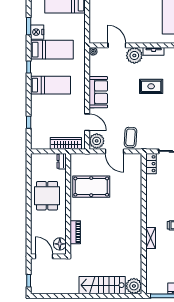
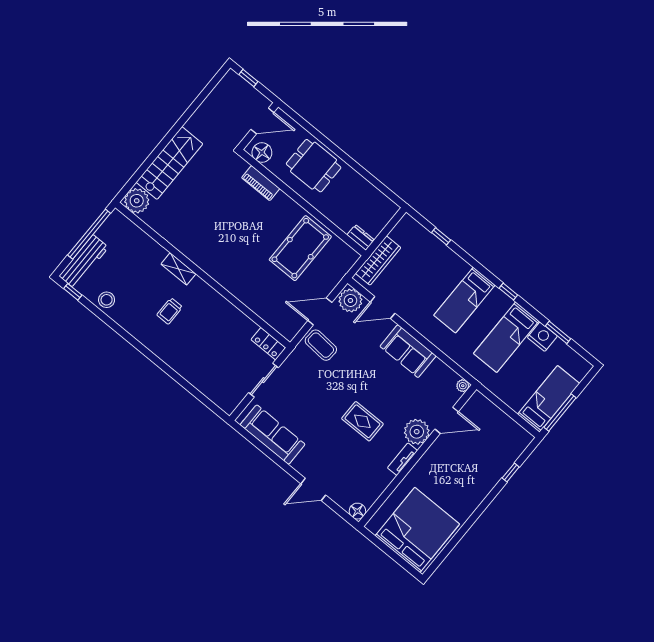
rug: (151, 86) -> (362, 421), turned 90
dining table: (47, 196) -> (314, 166), moved

